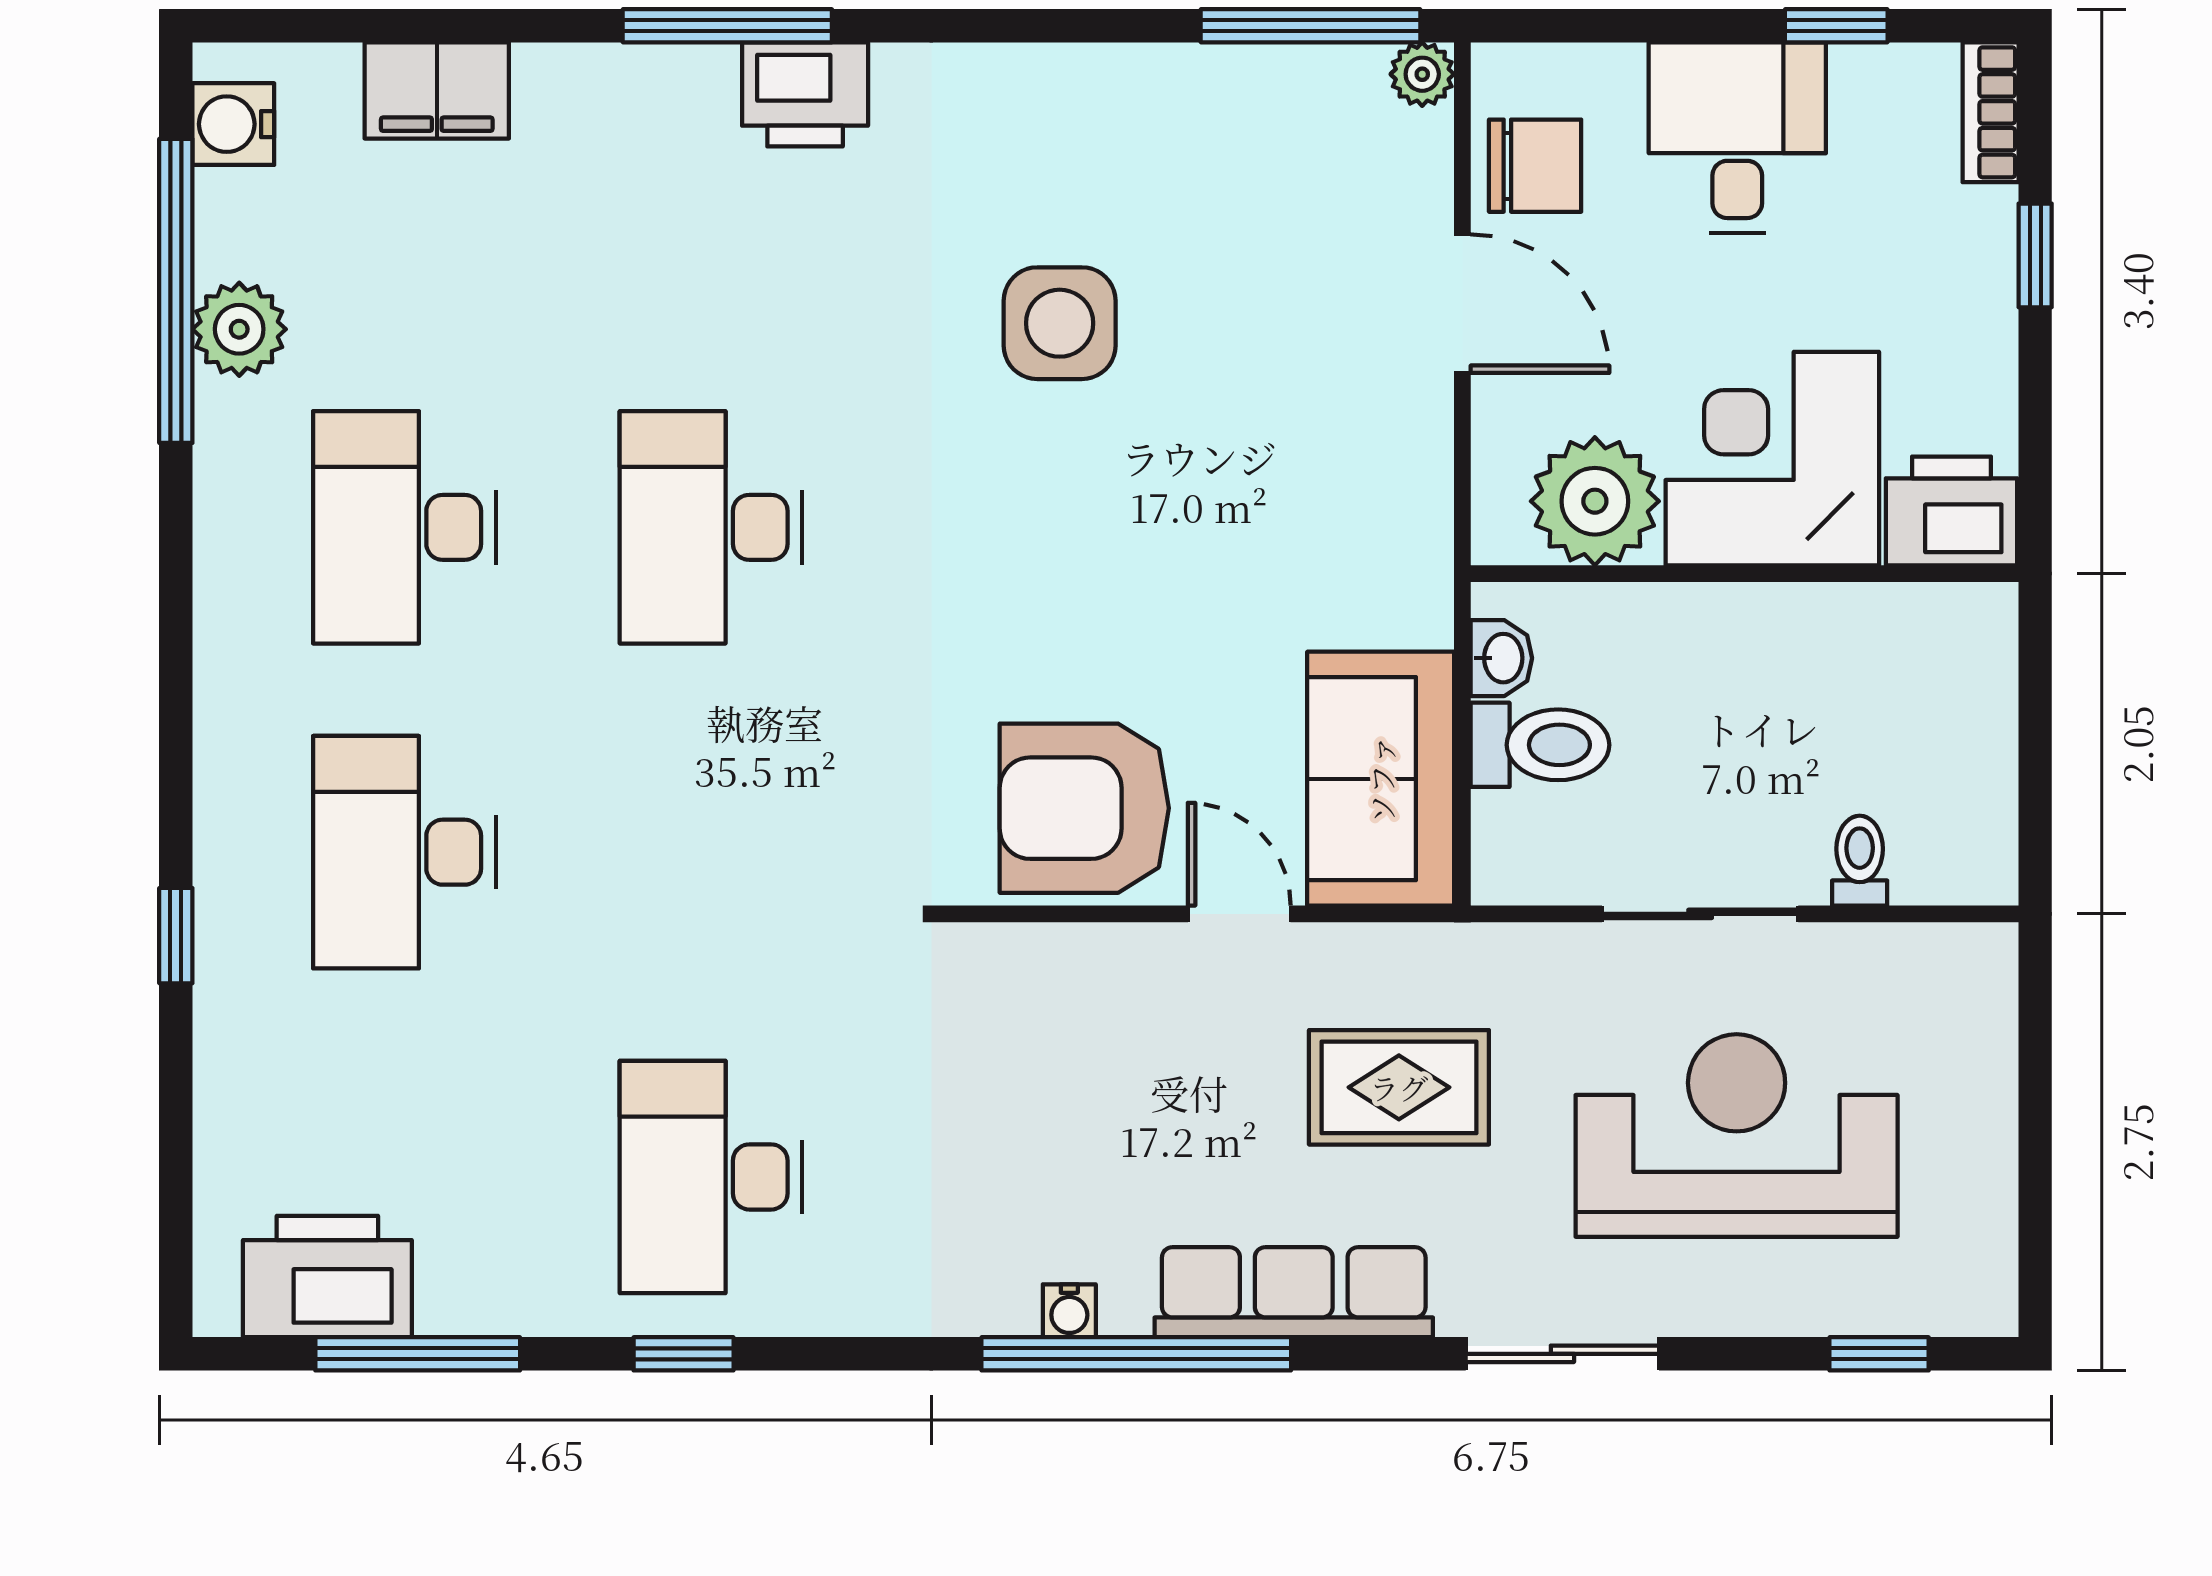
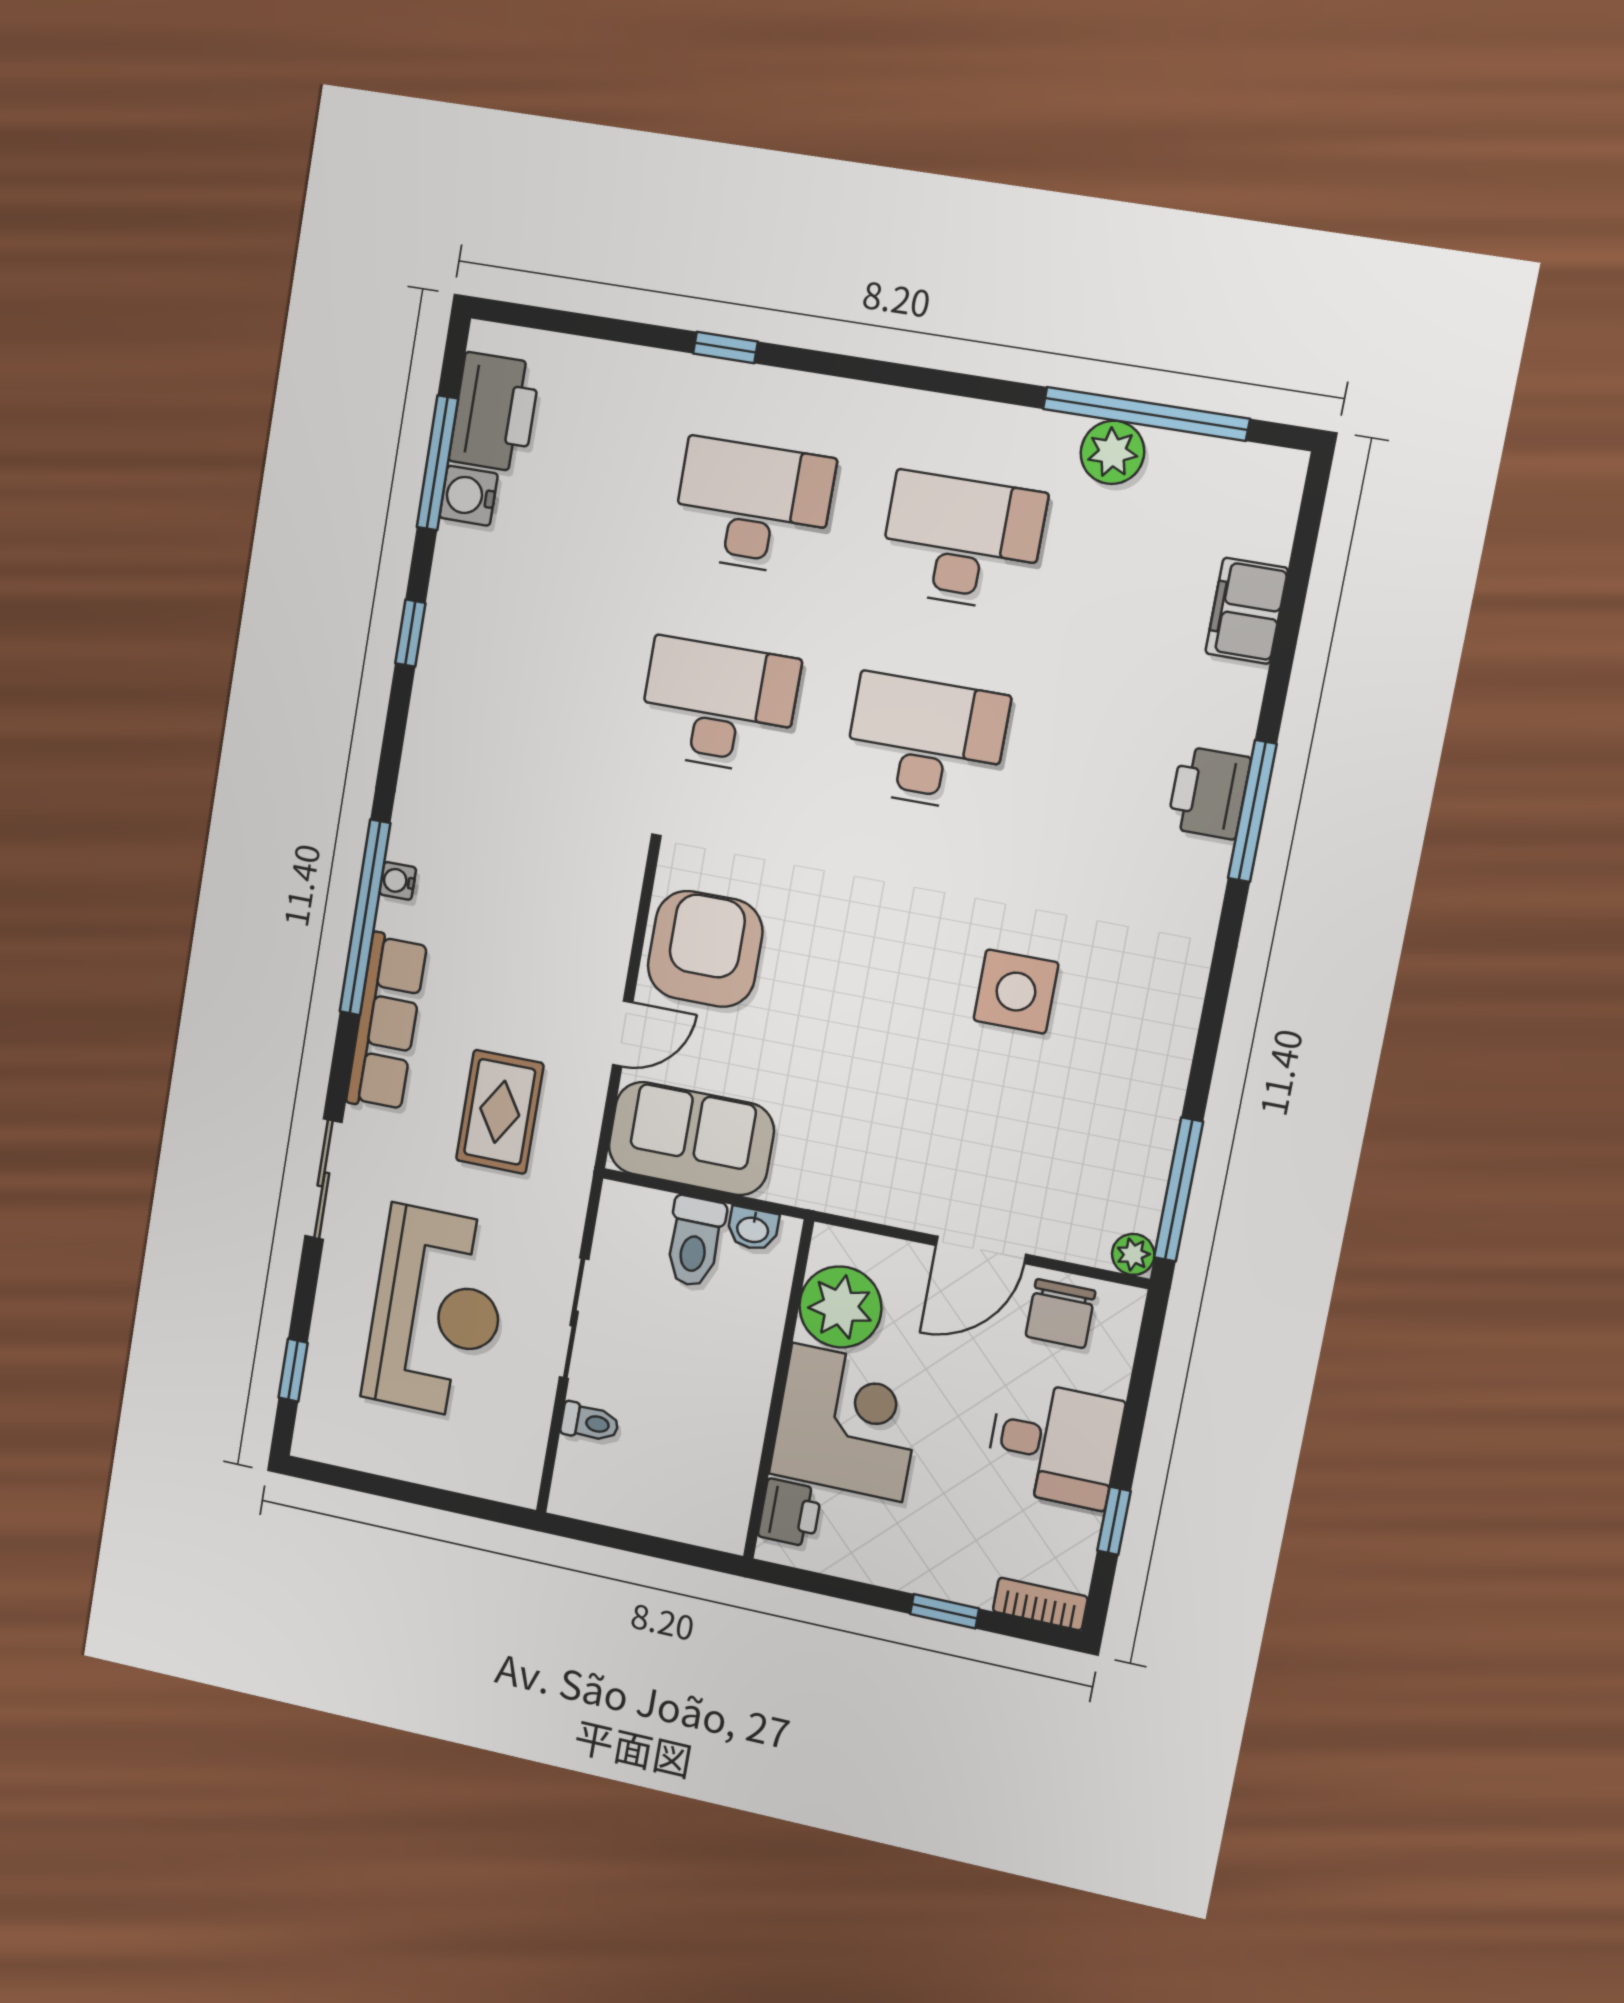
printer: (805, 94) -> (1209, 793), moved
water cooler: (233, 124) -> (469, 496), moved, turned -90
printer: (1951, 511) -> (790, 1513), width x0.73, depth x0.81
desk: (711, 1177) -> (719, 706), moved

